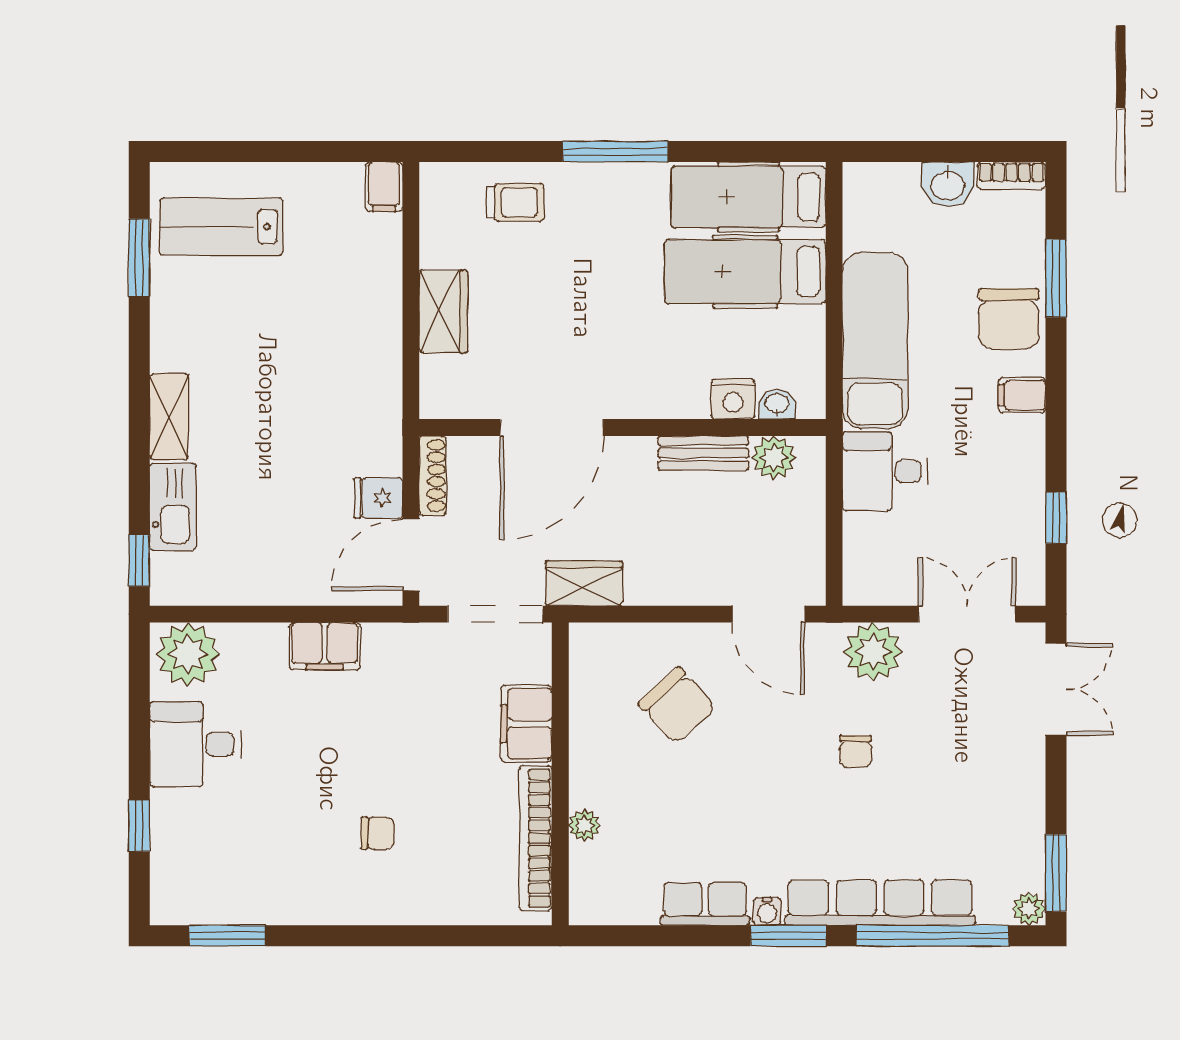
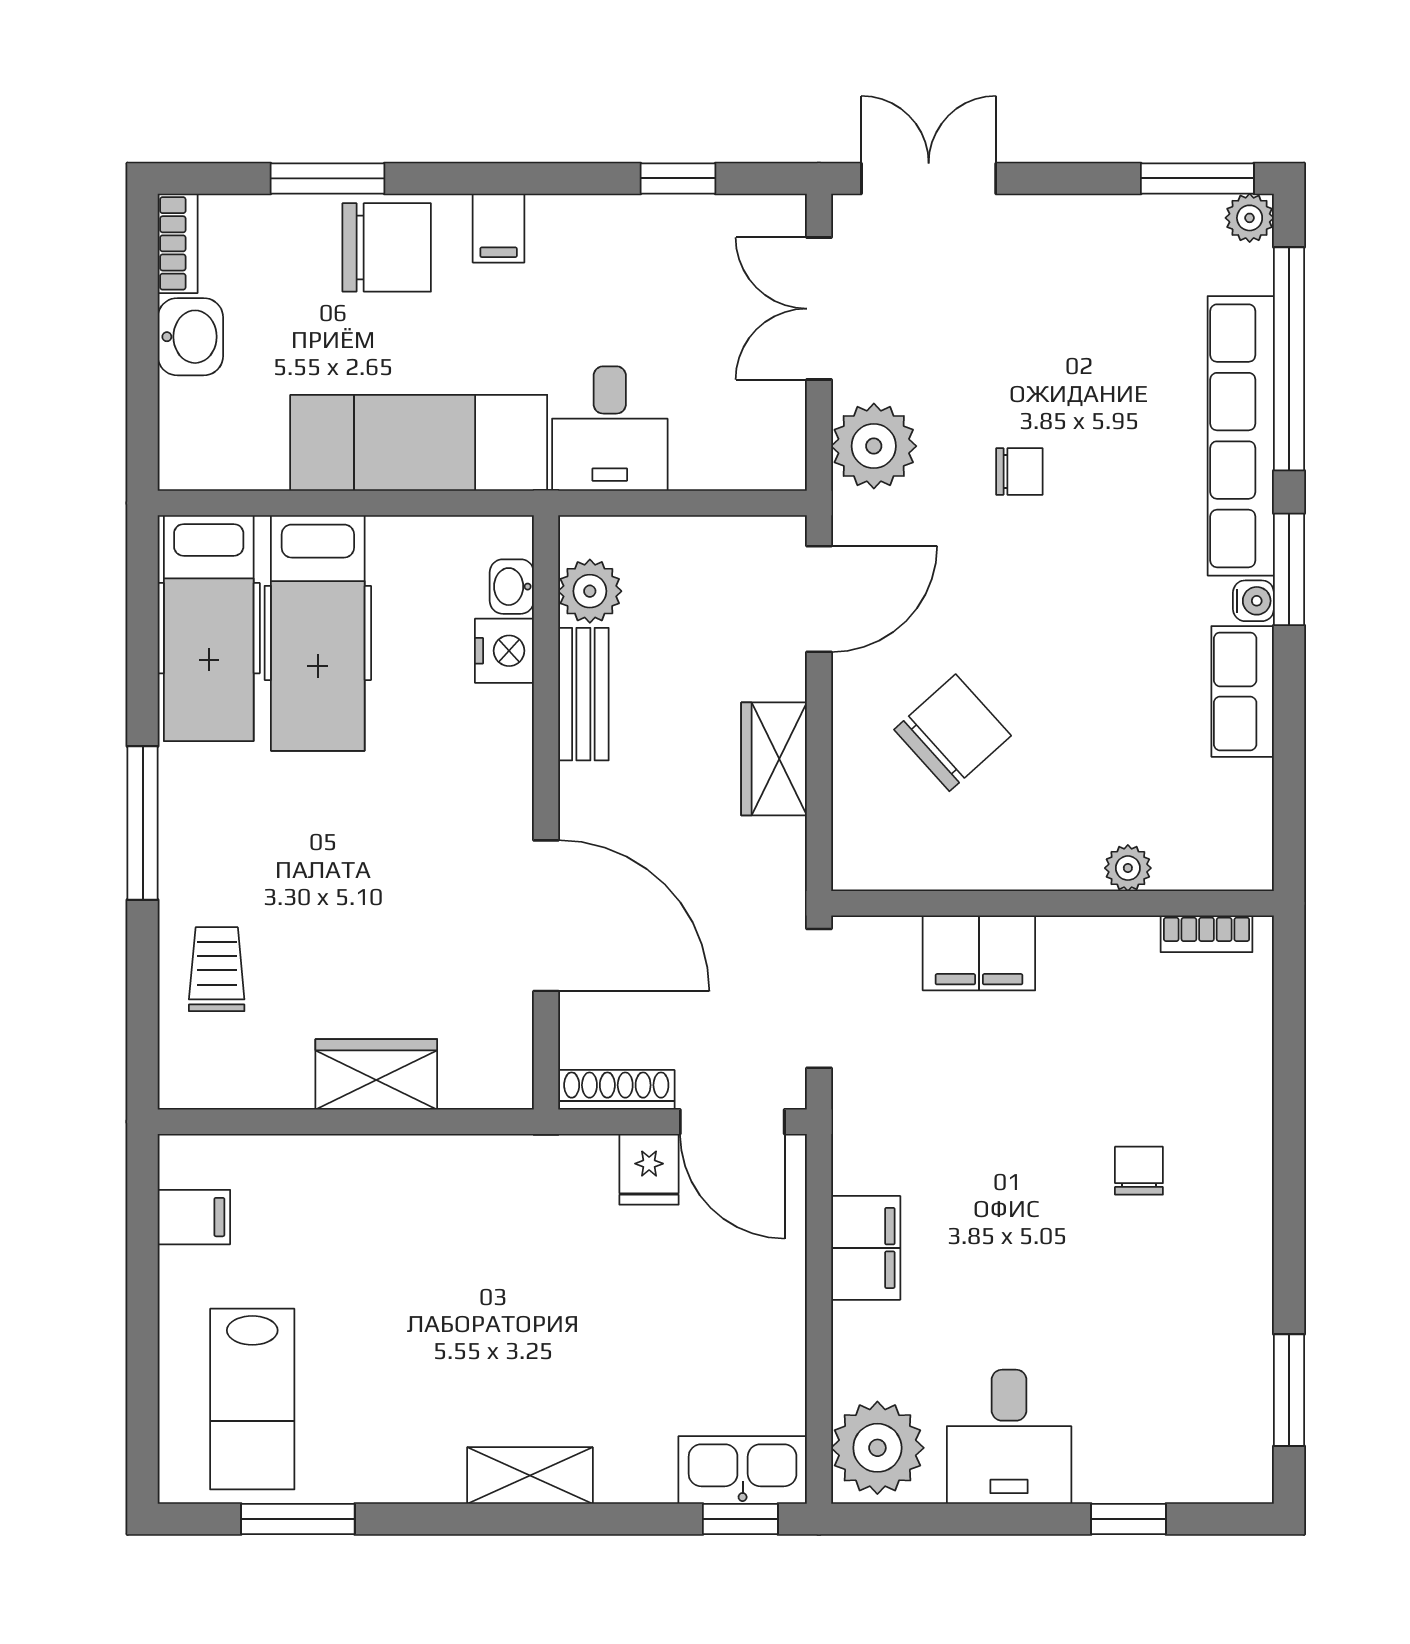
filing cabinet: (384, 187) -> (194, 1217), moved
kitchen sink: (173, 507) -> (743, 1470), moved
wardrobe: (584, 583) -> (774, 759), moved
bookcase: (535, 838) -> (1207, 934), width x0.43, depth x0.76

